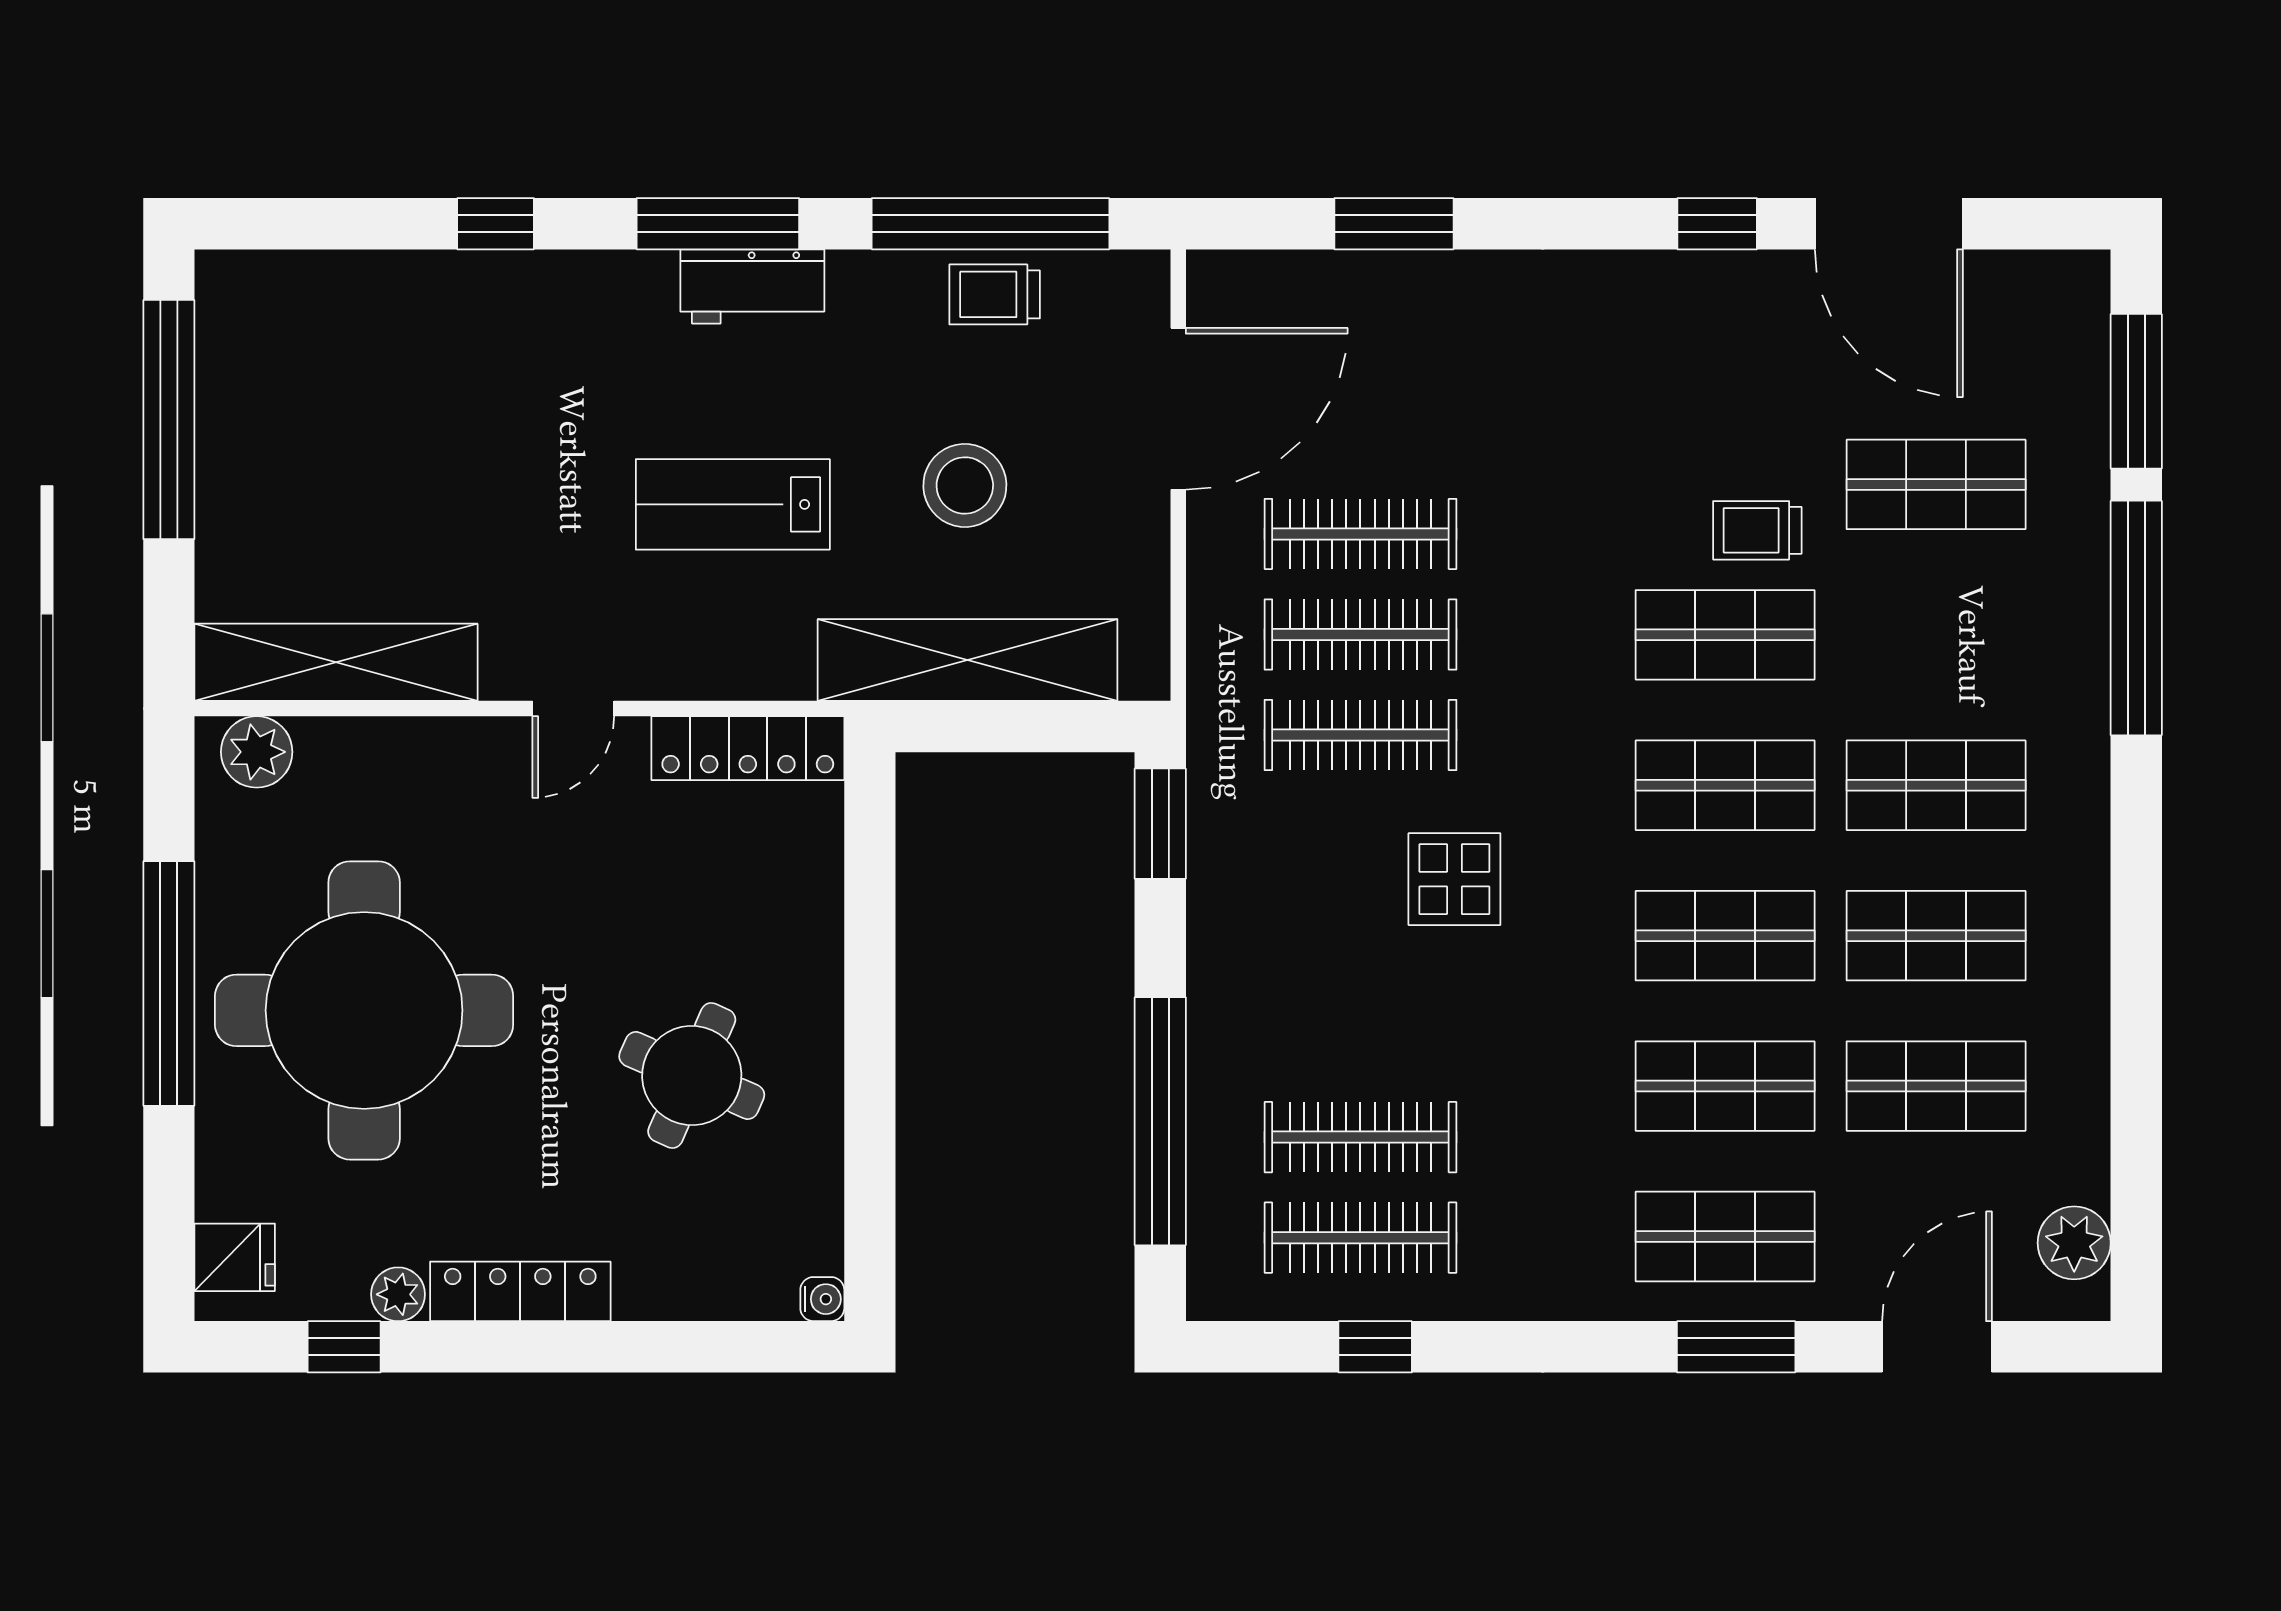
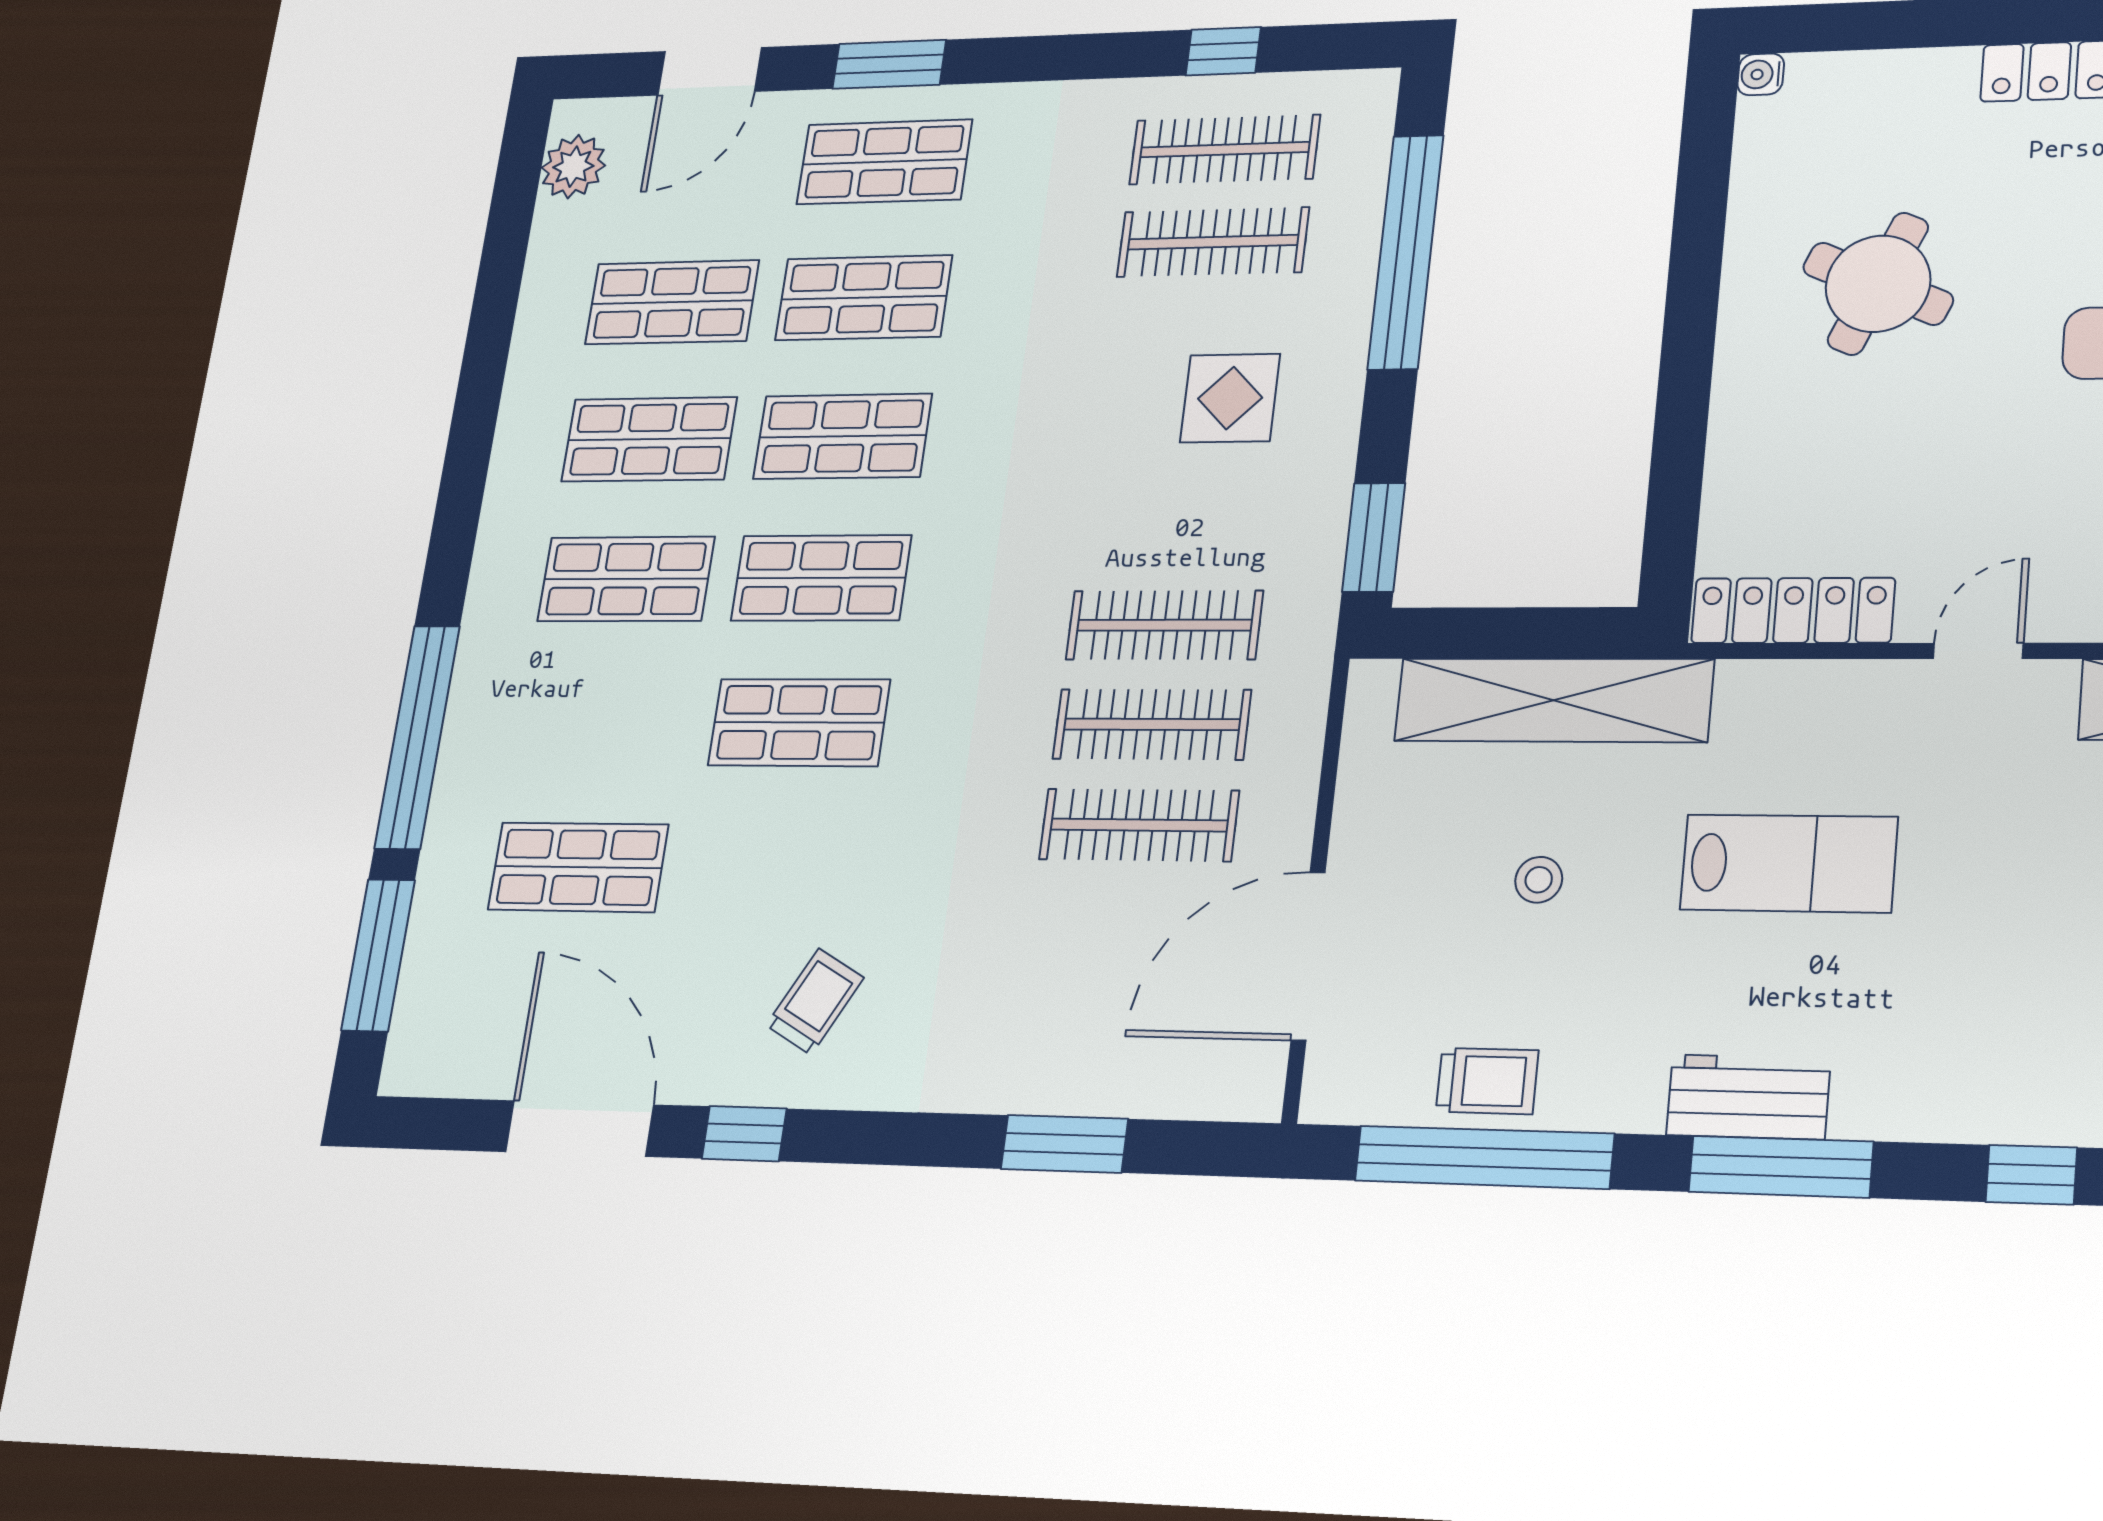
stool: (965, 485) -> (1539, 880), width x0.53, depth x0.53
trolley: (1757, 530) -> (815, 1002), moved, turned -61
display table: (1454, 879) -> (1230, 398), moved

